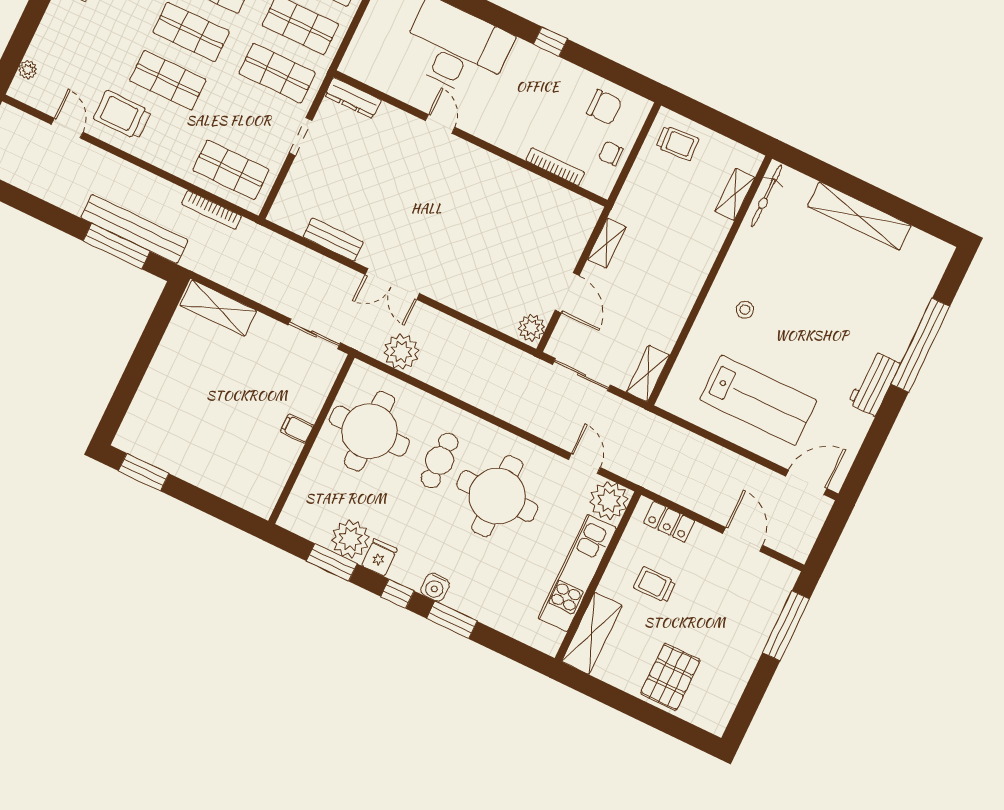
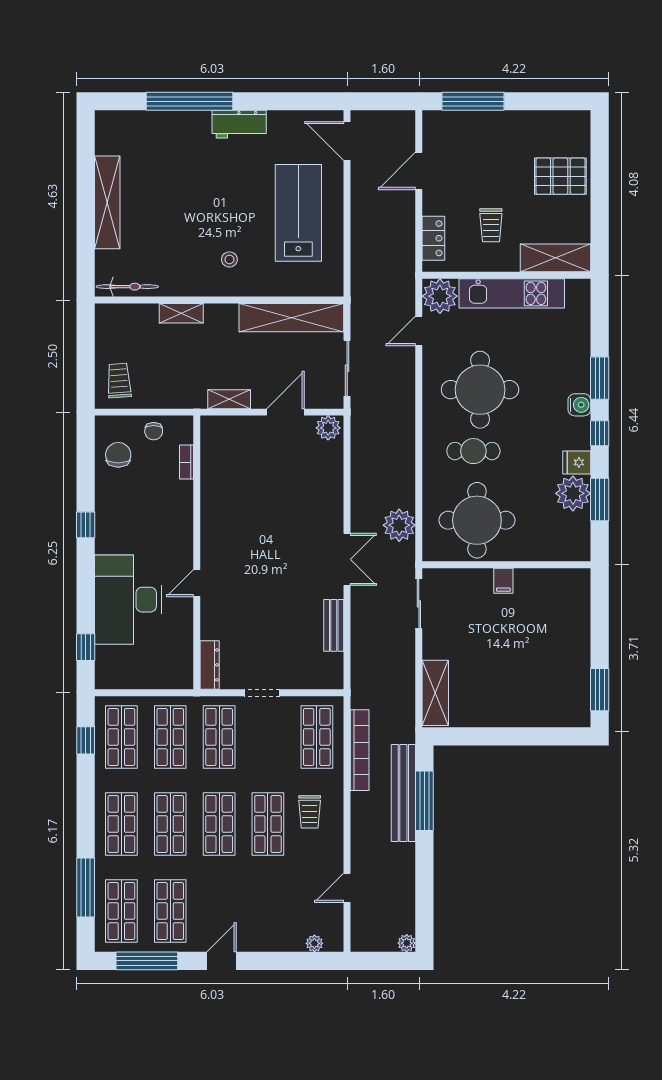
trolley: (122, 115) -> (310, 812), moved, width x0.73, depth x0.72
bookcase: (555, 167) -> (186, 462), width x0.64
shelving: (735, 194) -> (181, 313), moved
bookcase: (212, 210) -> (360, 750), width x1.48, depth x1.31
shelving: (648, 373) -> (291, 318), width x2.20, depth x1.33

